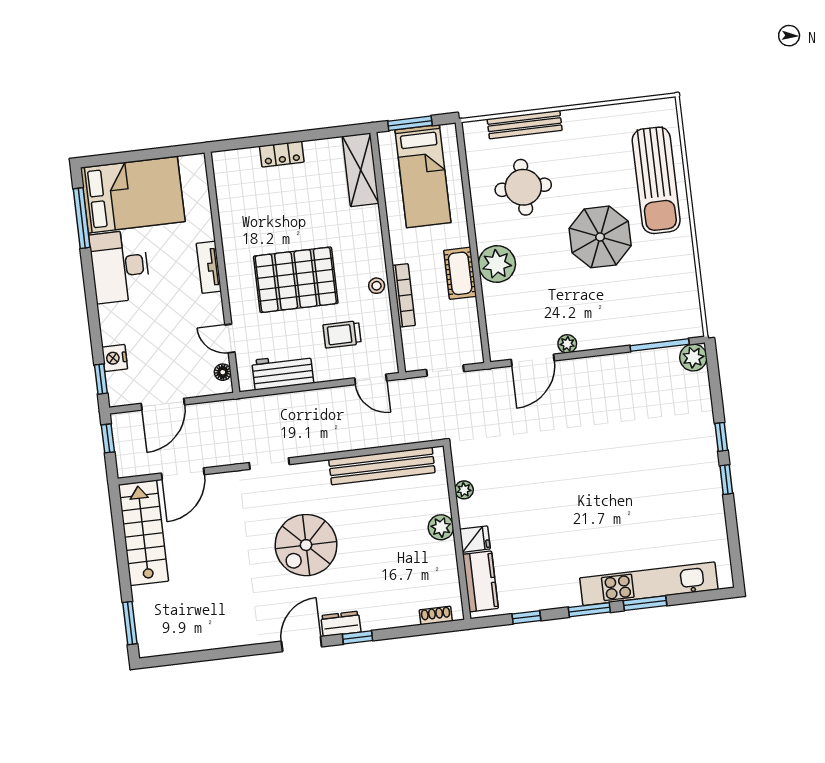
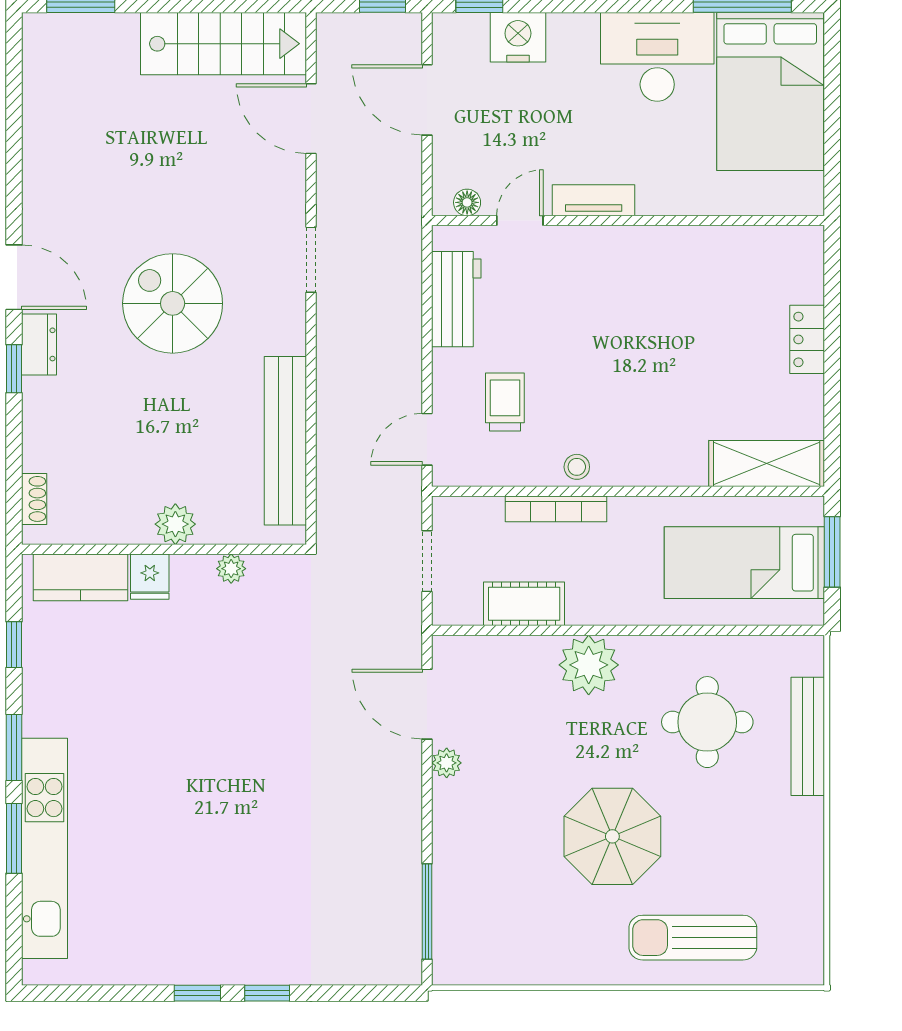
sun lounger: (656, 180) -> (693, 938), width x0.73, depth x0.75
tv unit: (209, 267) -> (594, 200), moved
cot: (460, 273) -> (524, 604), moved
pallet: (296, 280) -> (602, 338), removed
plant: (693, 357) -> (400, 963), removed
nightstand: (115, 358) -> (518, 37), width x1.36, depth x1.33

